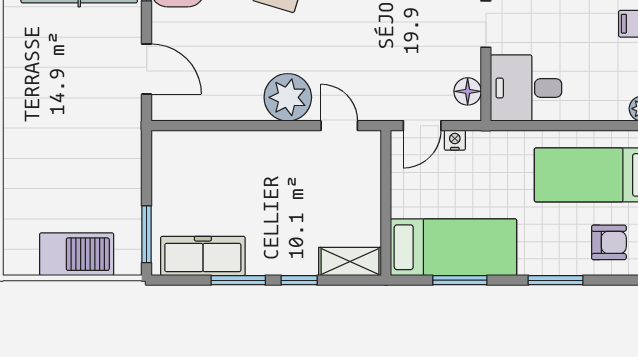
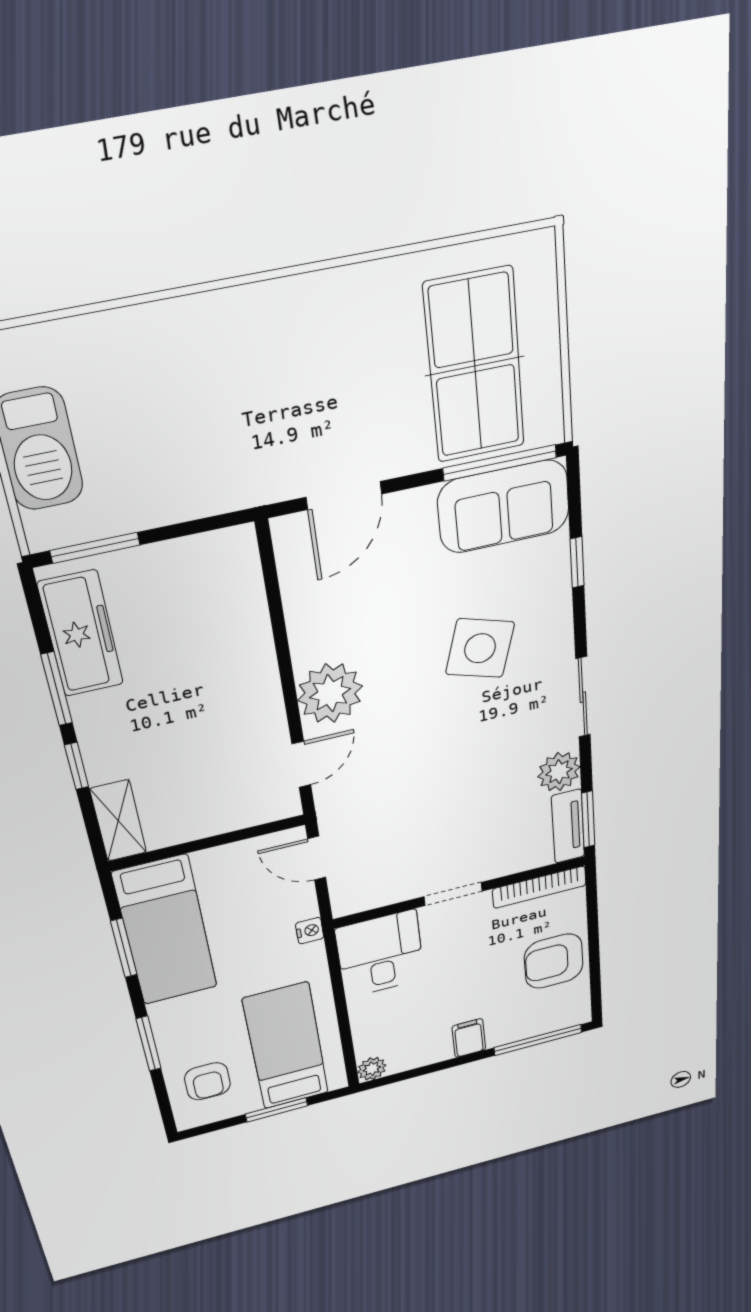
floor lamp: (468, 91) -> (368, 896), removed
nightstand: (455, 140) -> (310, 931), moved

